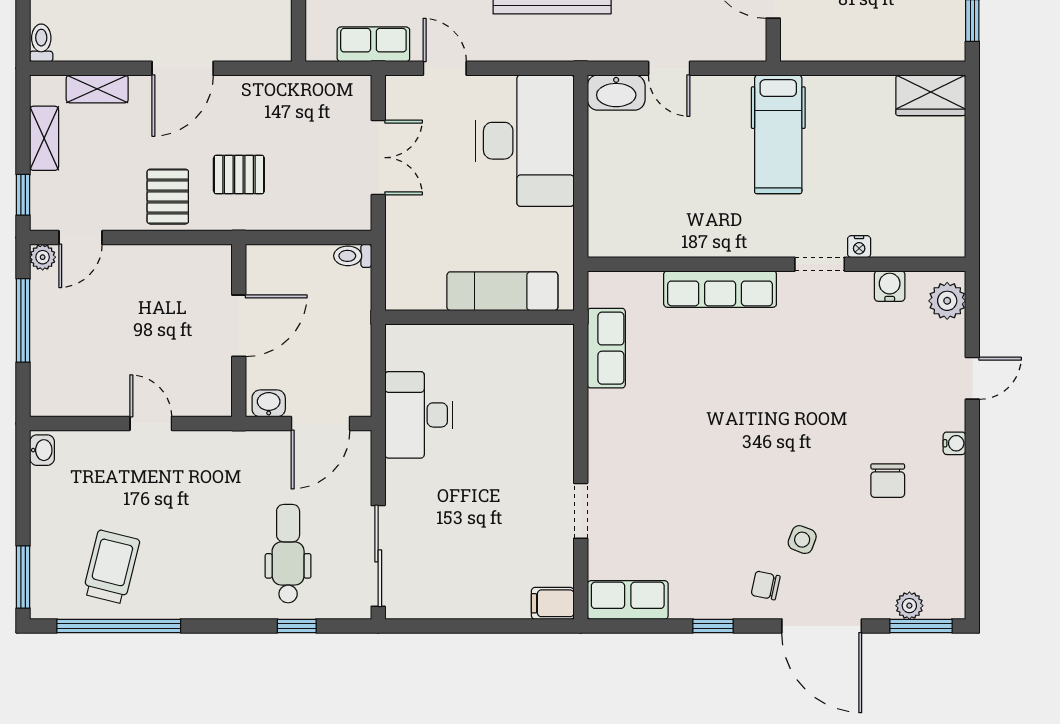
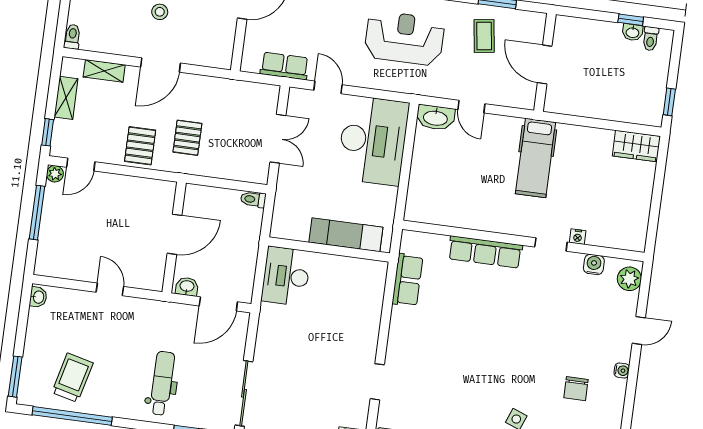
pallet: (239, 175) -> (187, 138), turned 90
desk: (419, 415) -> (286, 276), moved
dental chair: (288, 554) -> (162, 383), moved

